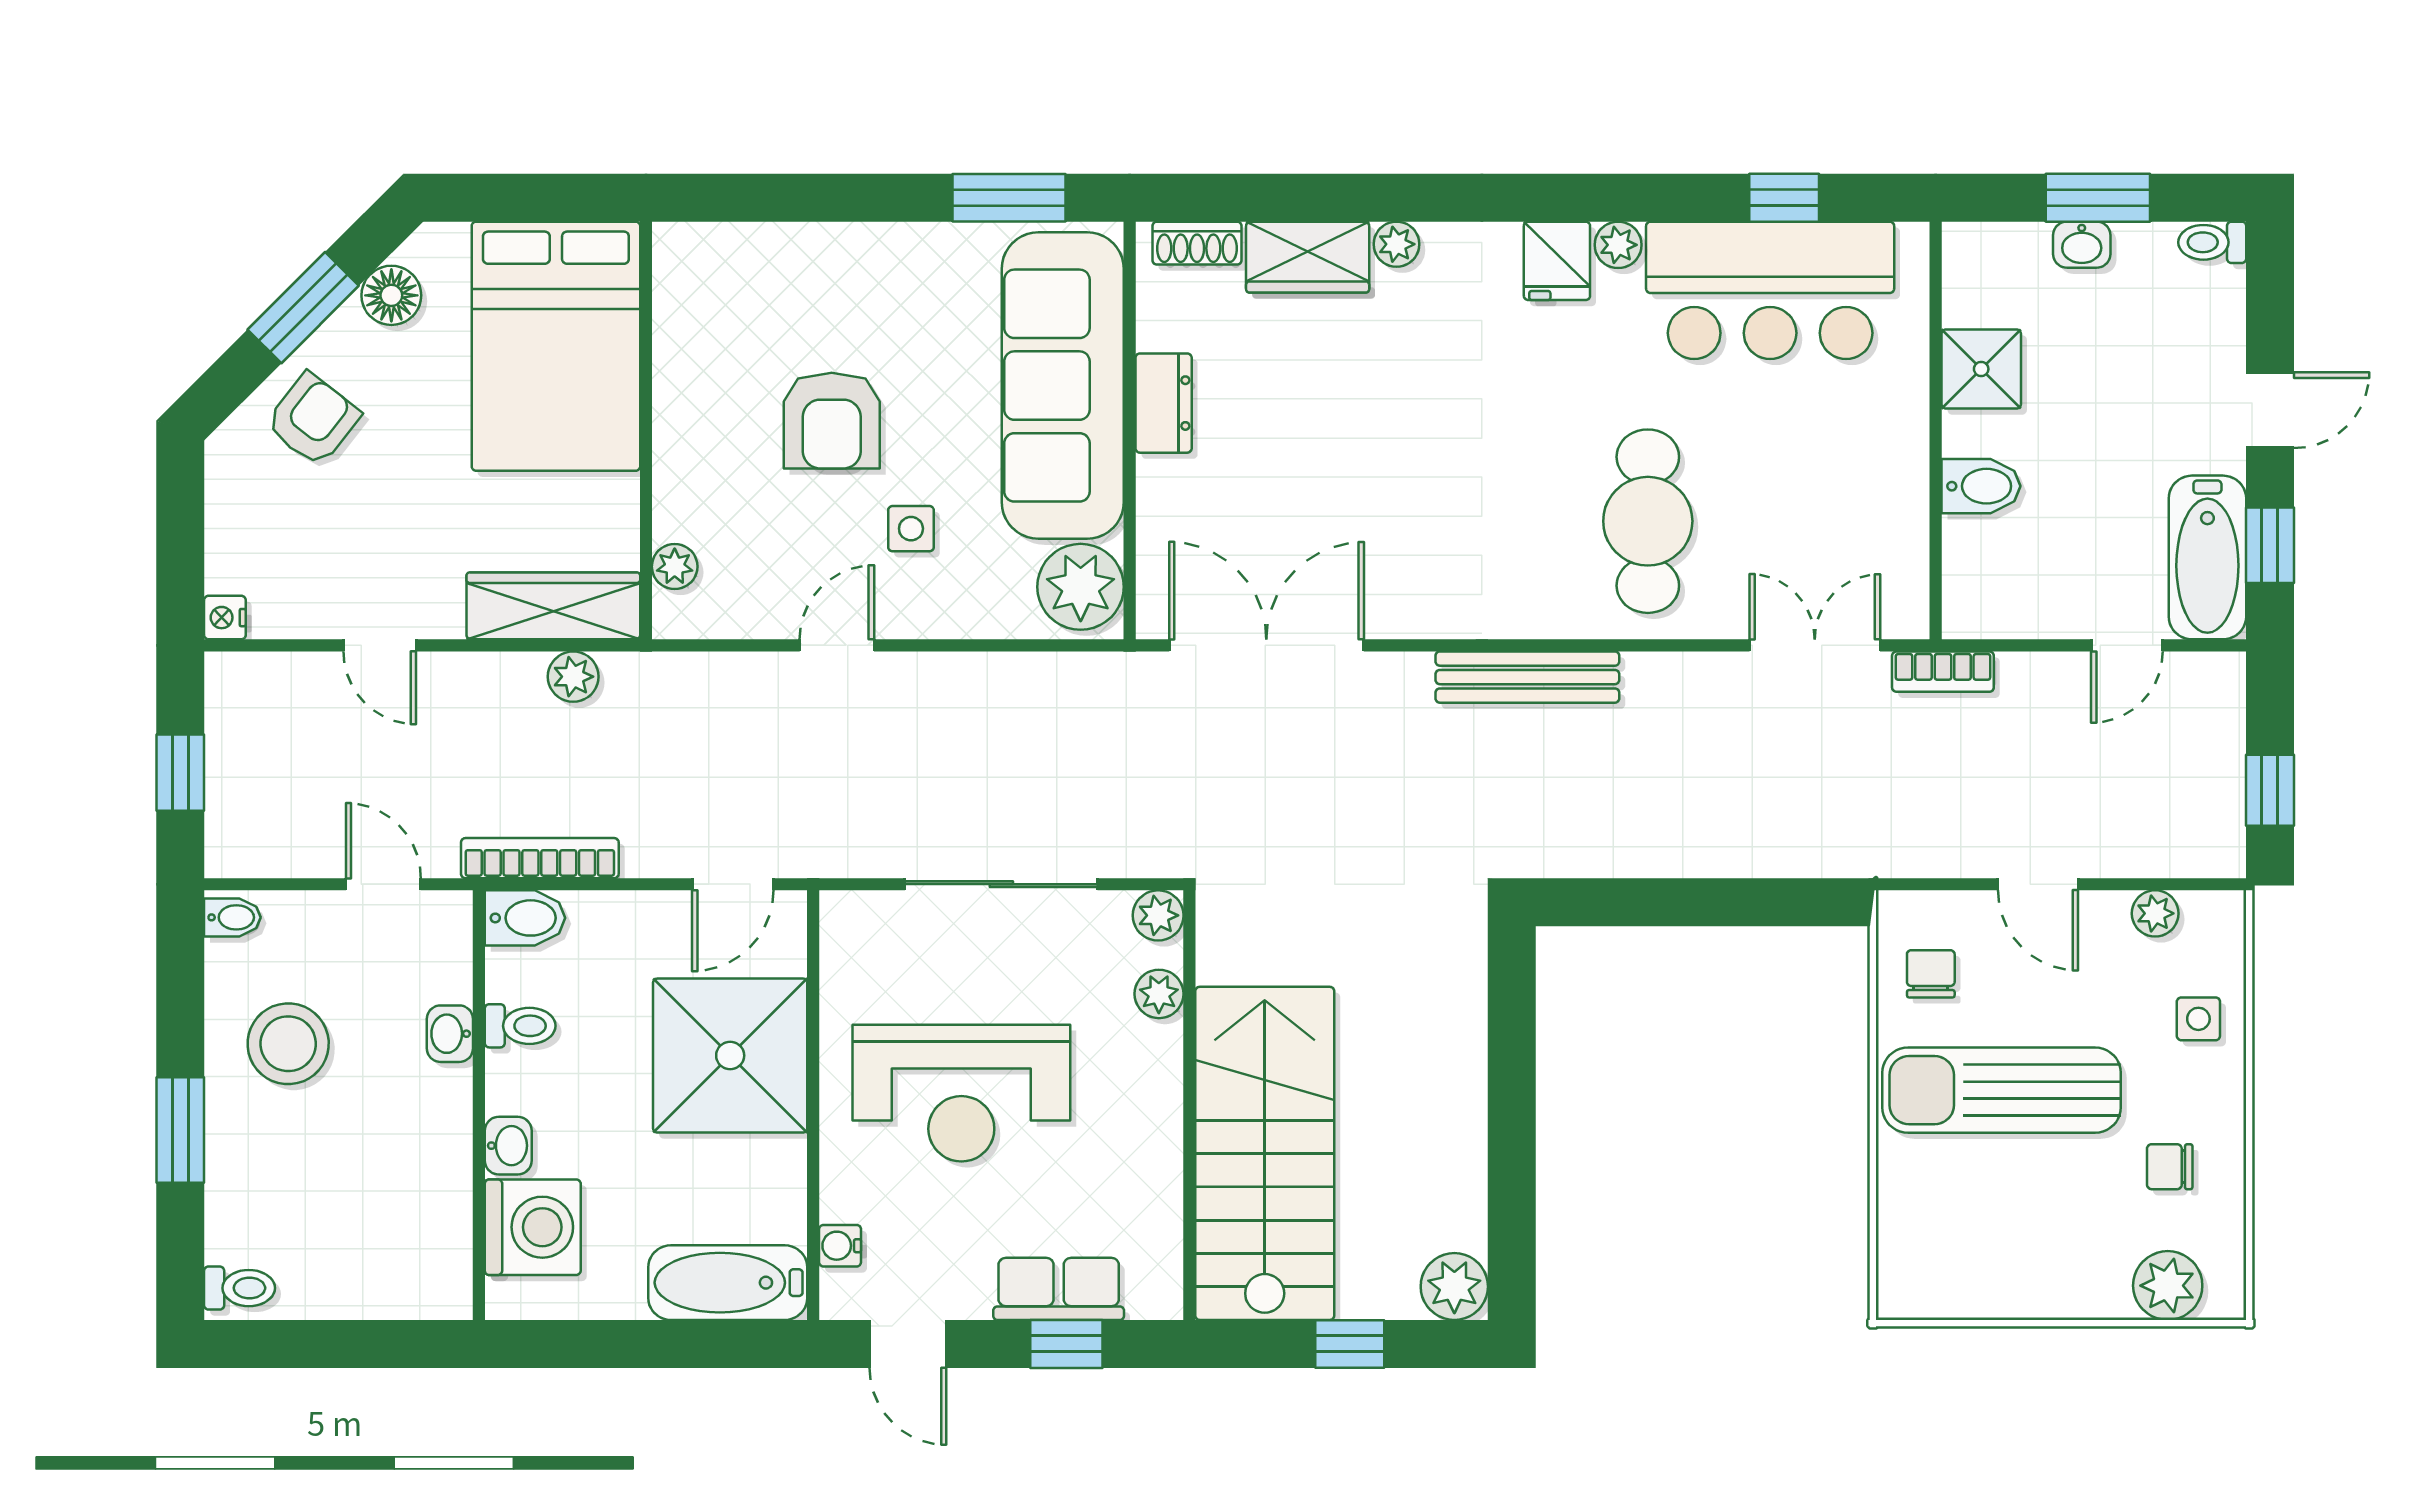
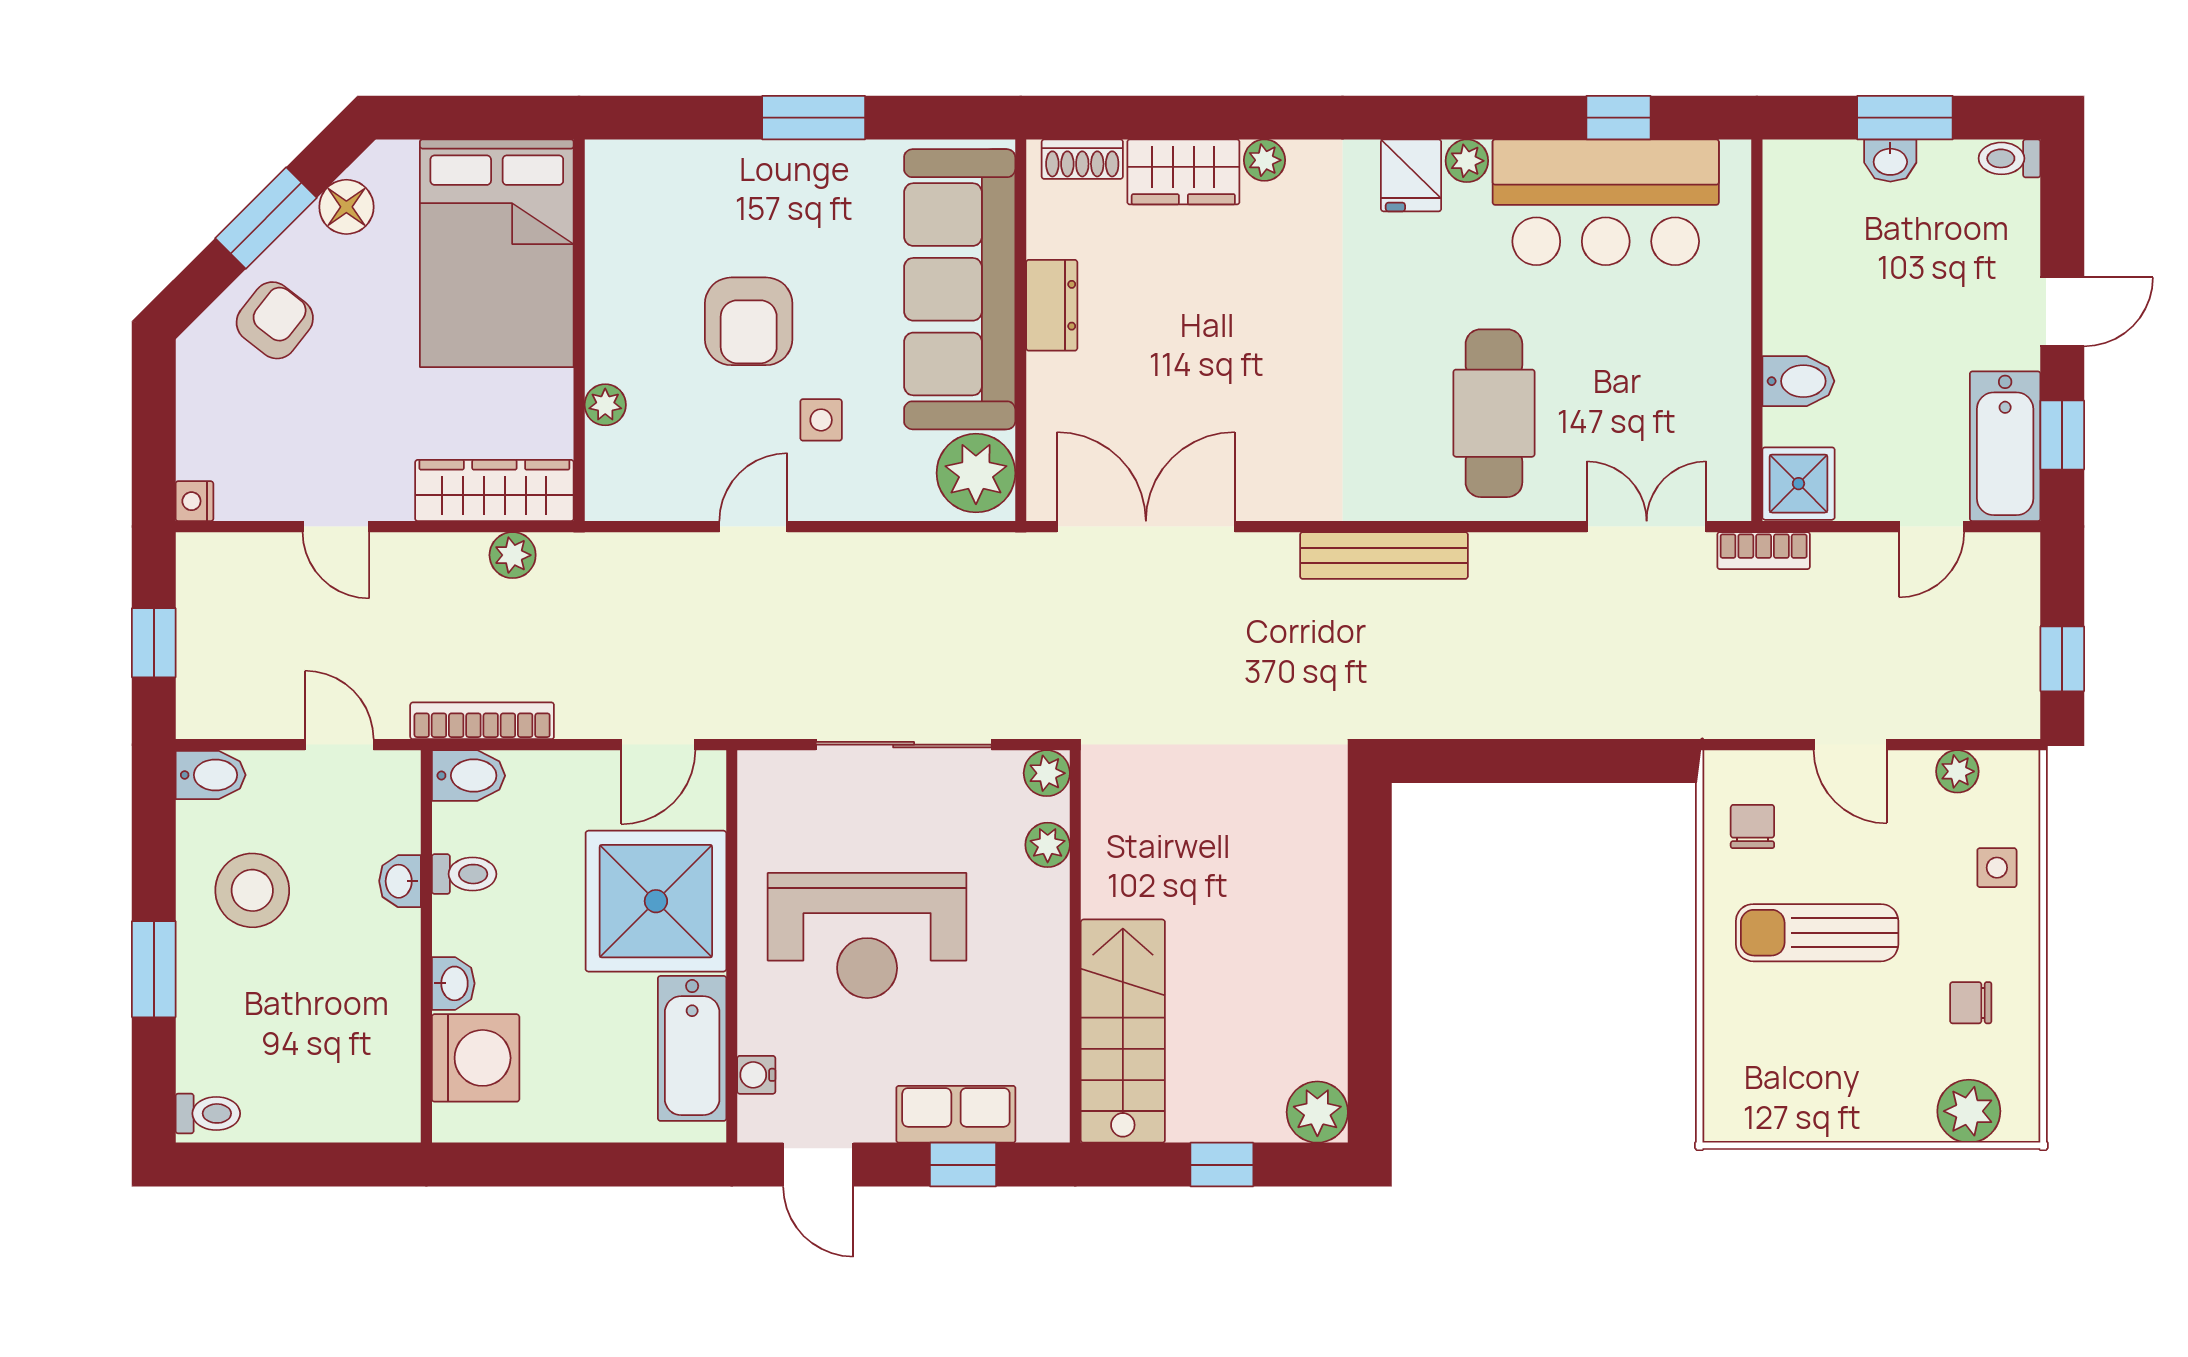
window: (1009, 198) -> (814, 118), moved
shower: (1981, 369) -> (1798, 484), moved
plant: (675, 567) -> (605, 405), moved
bidet: (232, 917) -> (211, 775), width x1.38, depth x1.36
sun lounger: (2002, 1090) -> (1817, 933), width x0.73, depth x0.75
stairs: (1265, 1153) -> (1123, 1031), width x0.73, depth x0.66
bathtub: (728, 1283) -> (692, 1048), moved, turned -90

